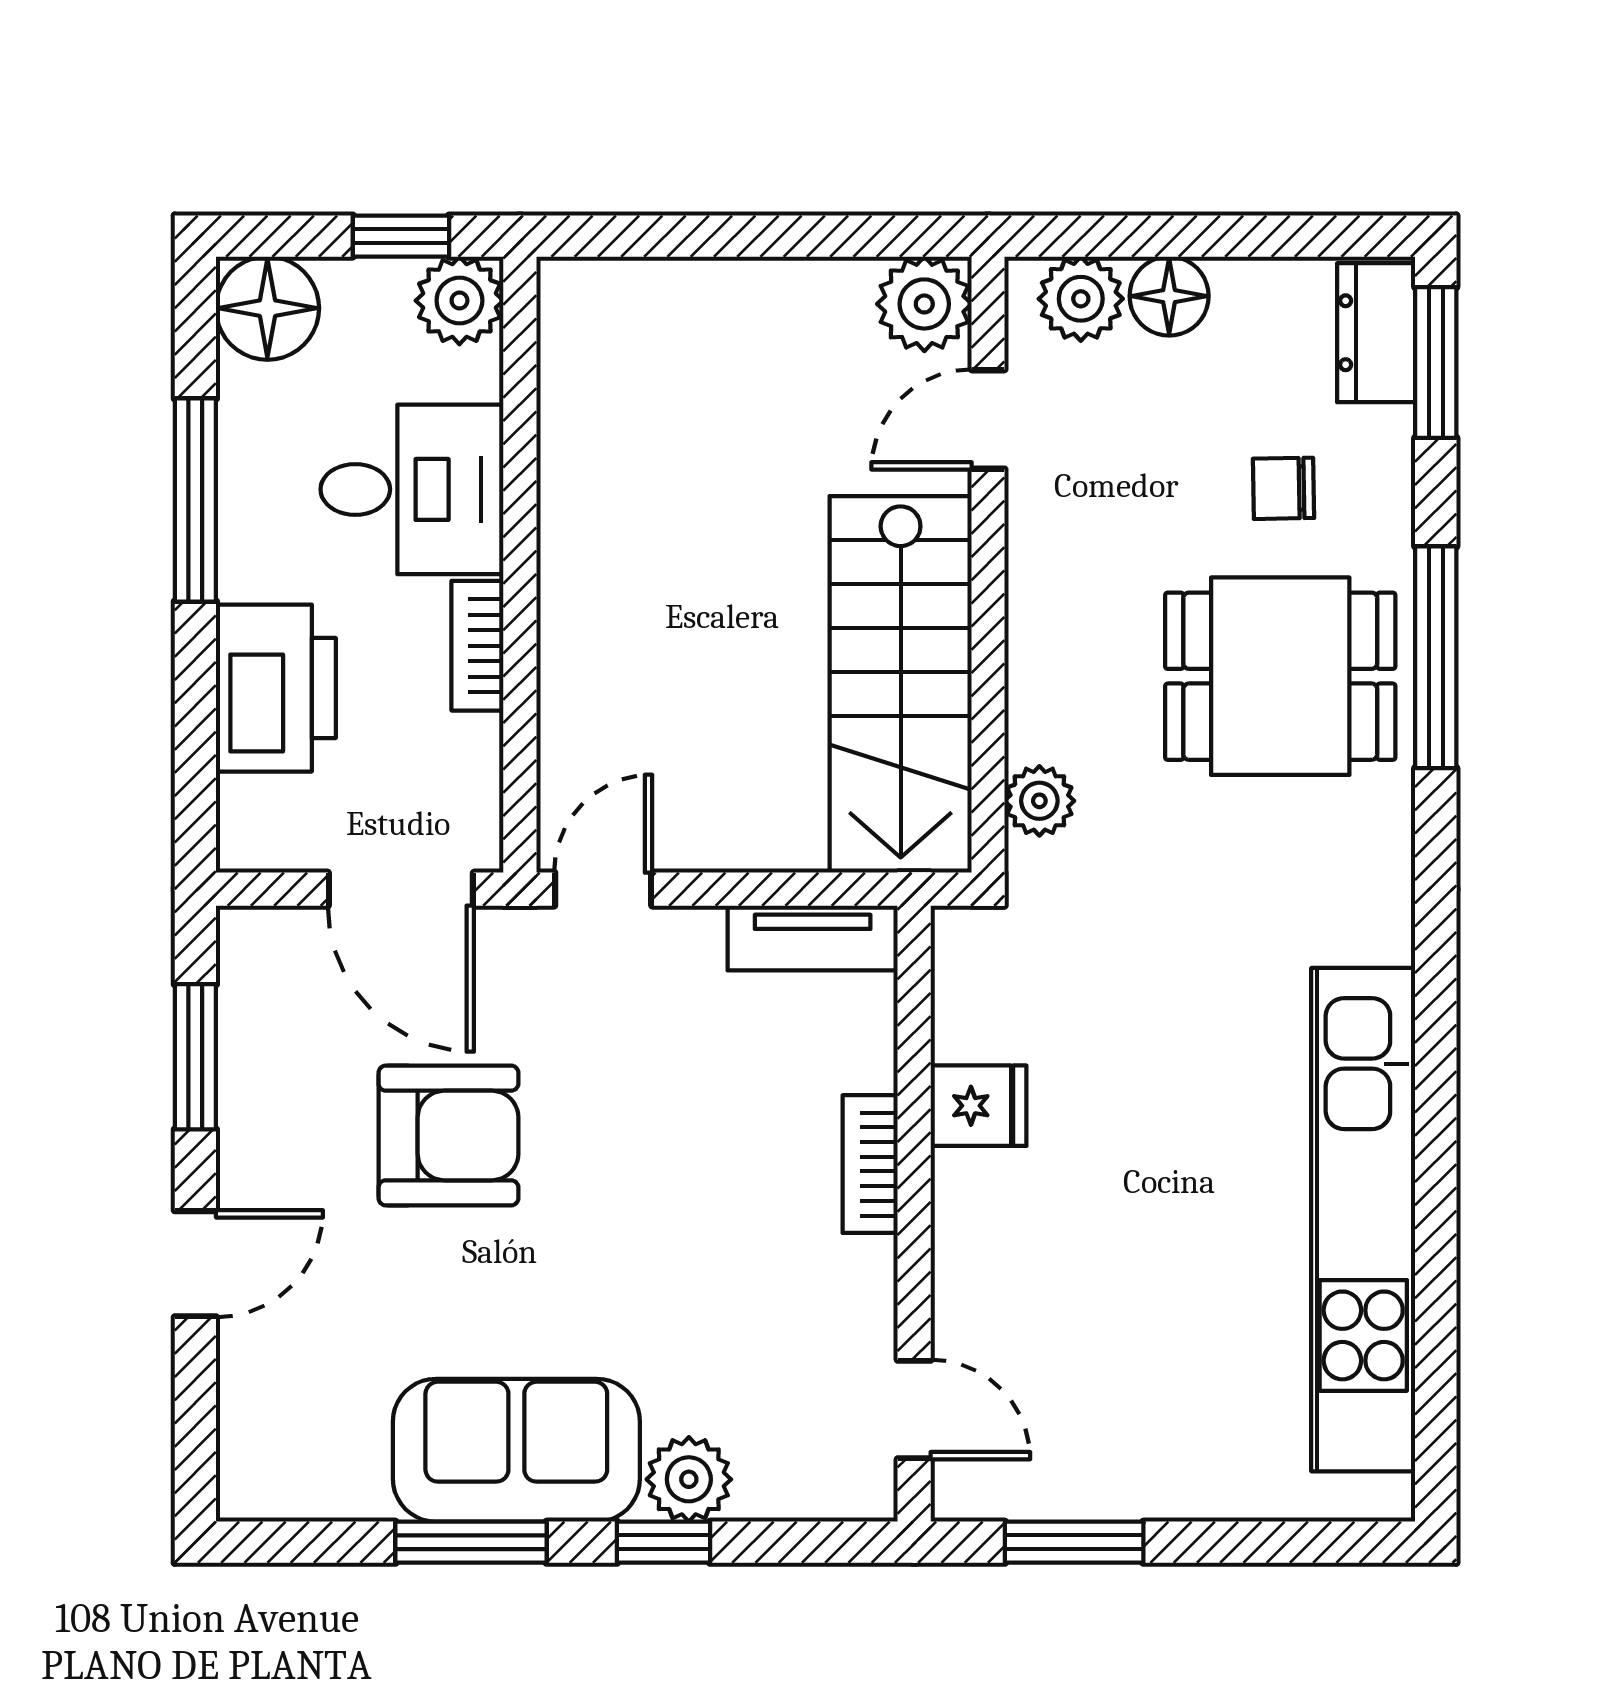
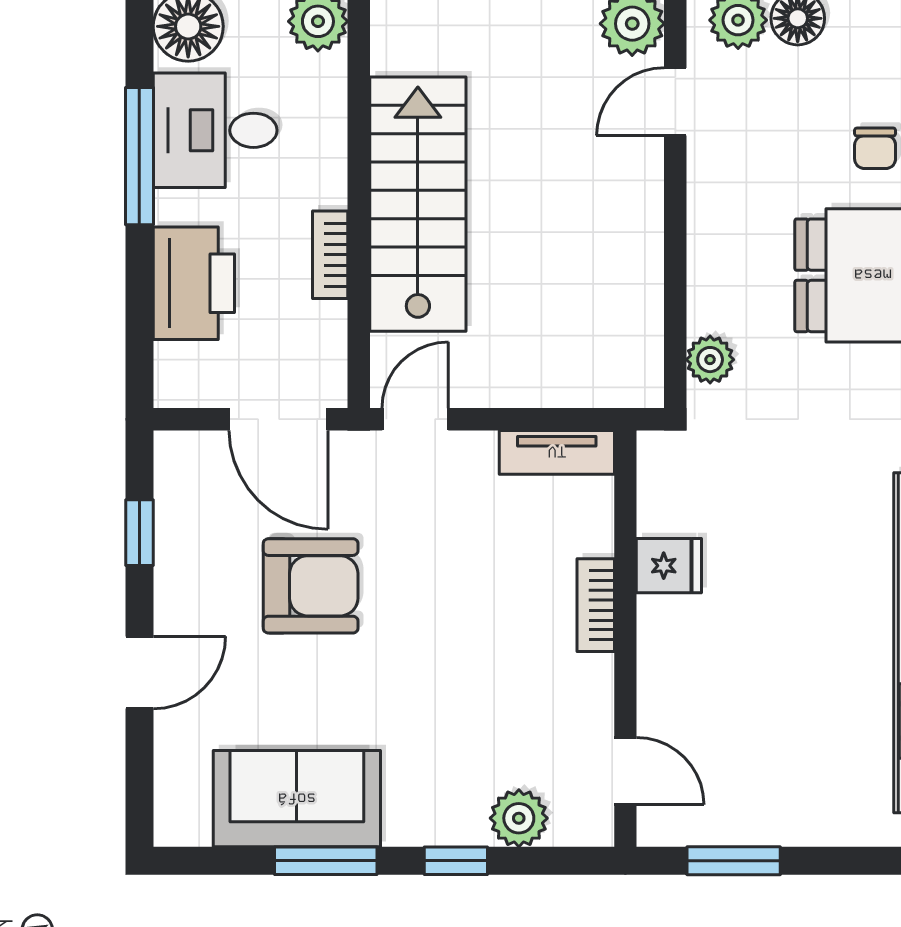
chair: (1283, 488) -> (875, 148), turned -89
desk: (412, 489) -> (215, 130), moved, turned 180
stairs: (901, 684) -> (418, 204), moved, turned 180
window: (195, 1057) -> (139, 533), width x0.67
sofa: (516, 1450) -> (297, 799), moved
plant: (689, 1479) -> (519, 818), moved

